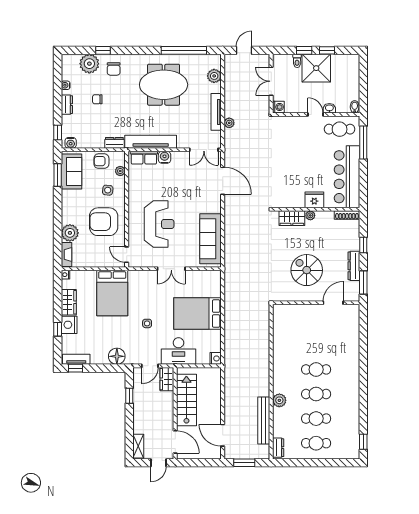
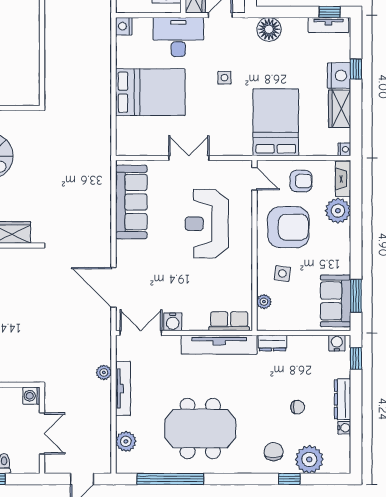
dresser: (67, 105) -> (342, 399), width x1.44
water cooler: (165, 157) -> (173, 322), moved
armchair: (101, 161) -> (301, 181), moved

